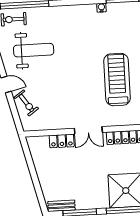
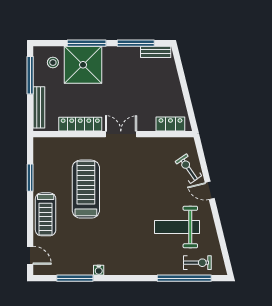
treadmill: (117, 80) -> (86, 189), turned 180
locker: (62, 141) -> (170, 124), moved

